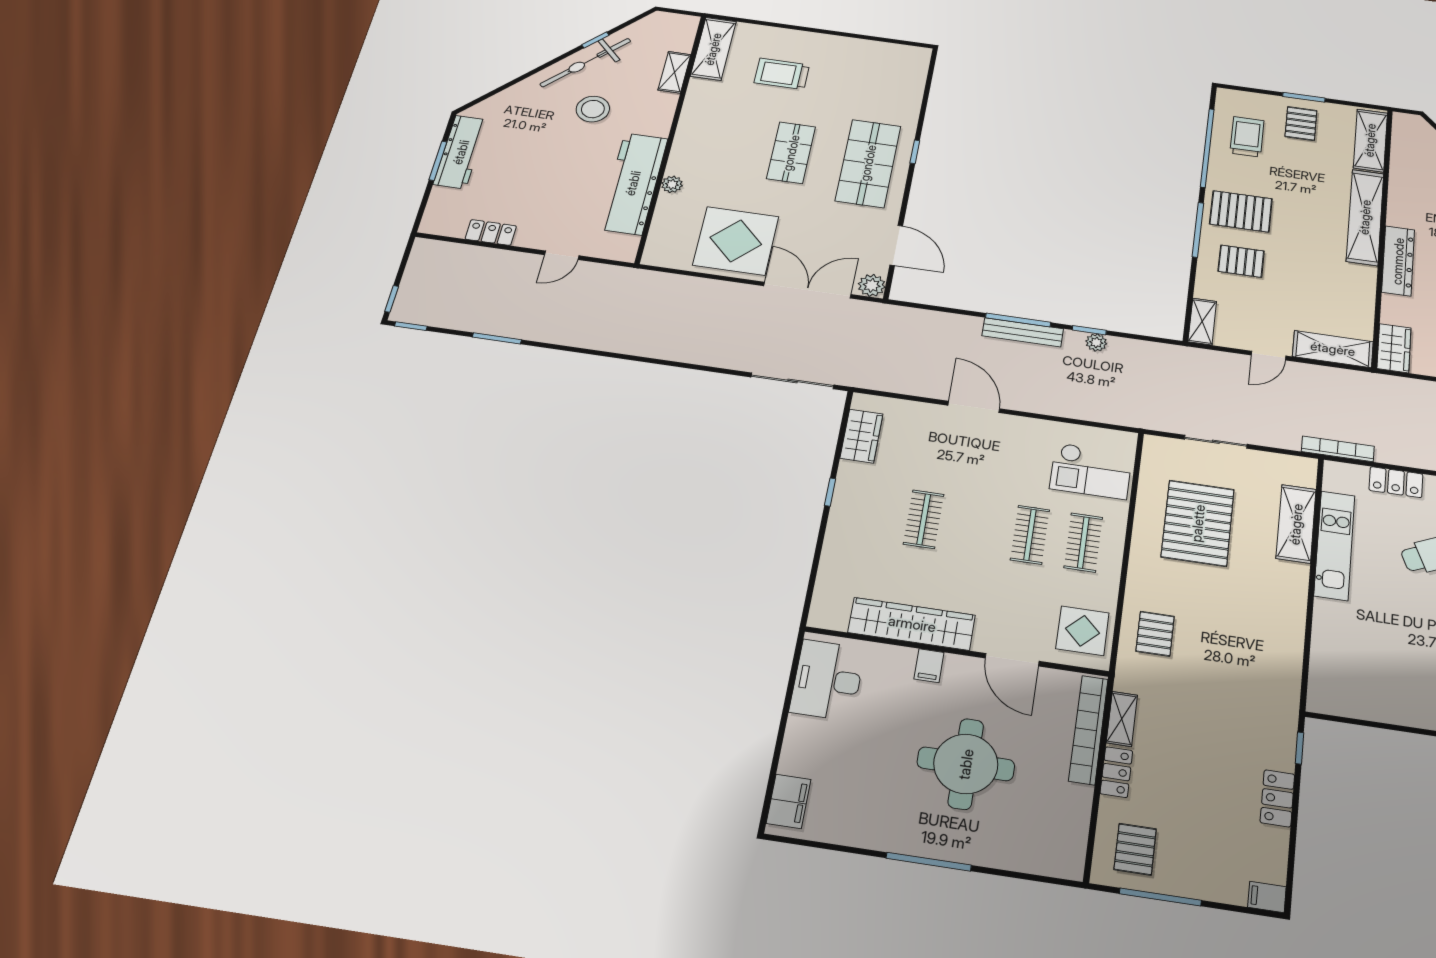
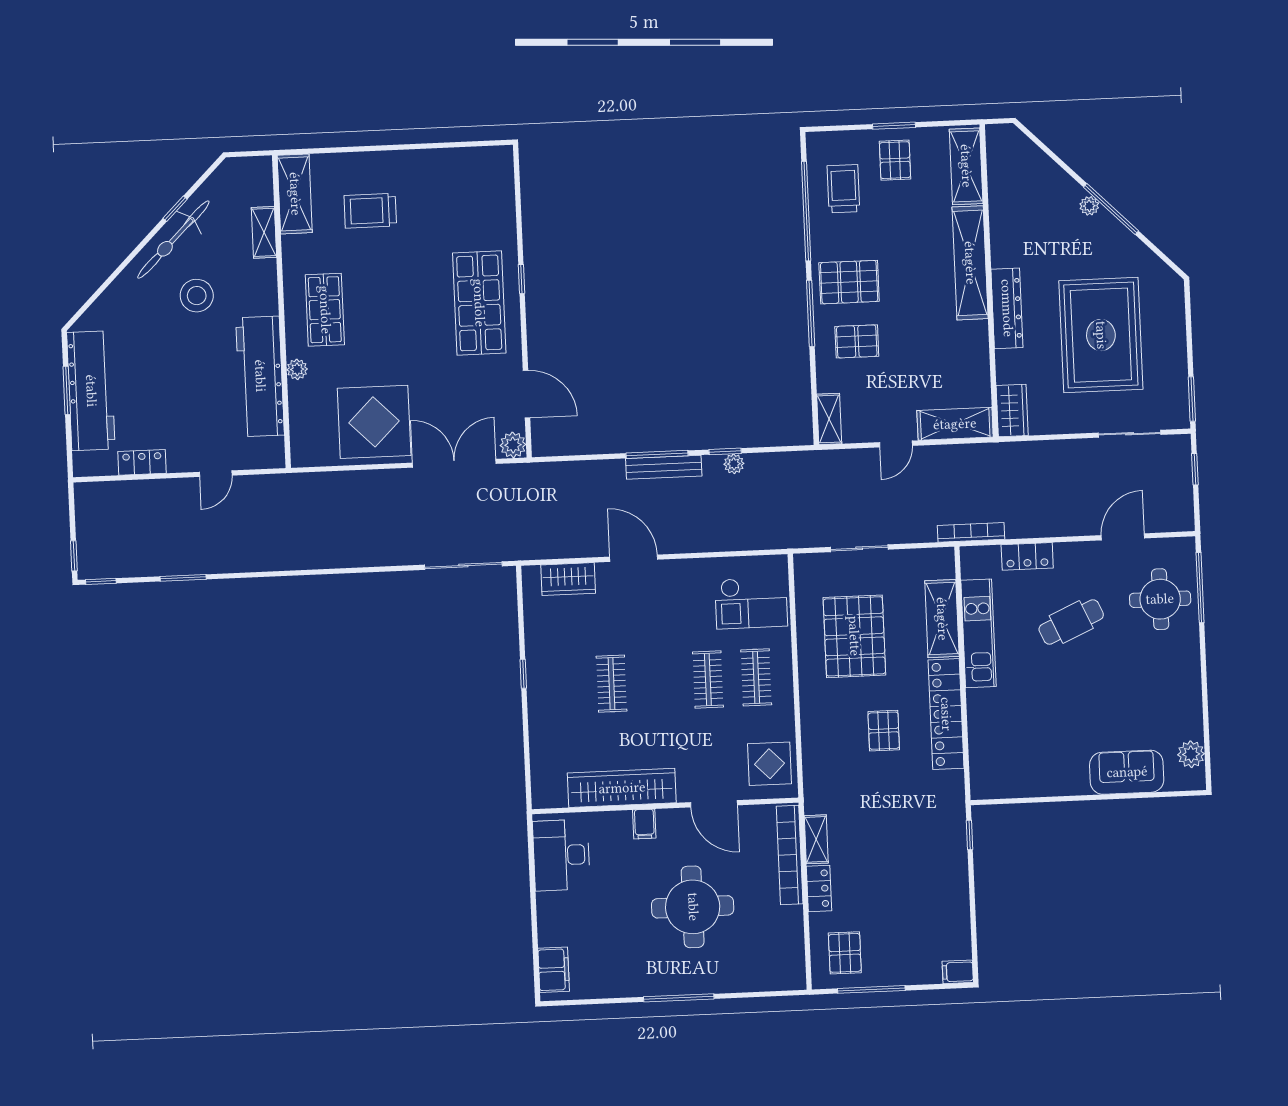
workbench: (461, 152) -> (91, 391), width x1.36, depth x1.32
shop shelf: (791, 153) -> (325, 310), moved
wardrobe: (861, 436) -> (568, 579), moved, turned 90
pallet: (1155, 634) -> (884, 731), moved
locker: (1277, 798) -> (946, 714), moved, width x2.16, depth x1.21

